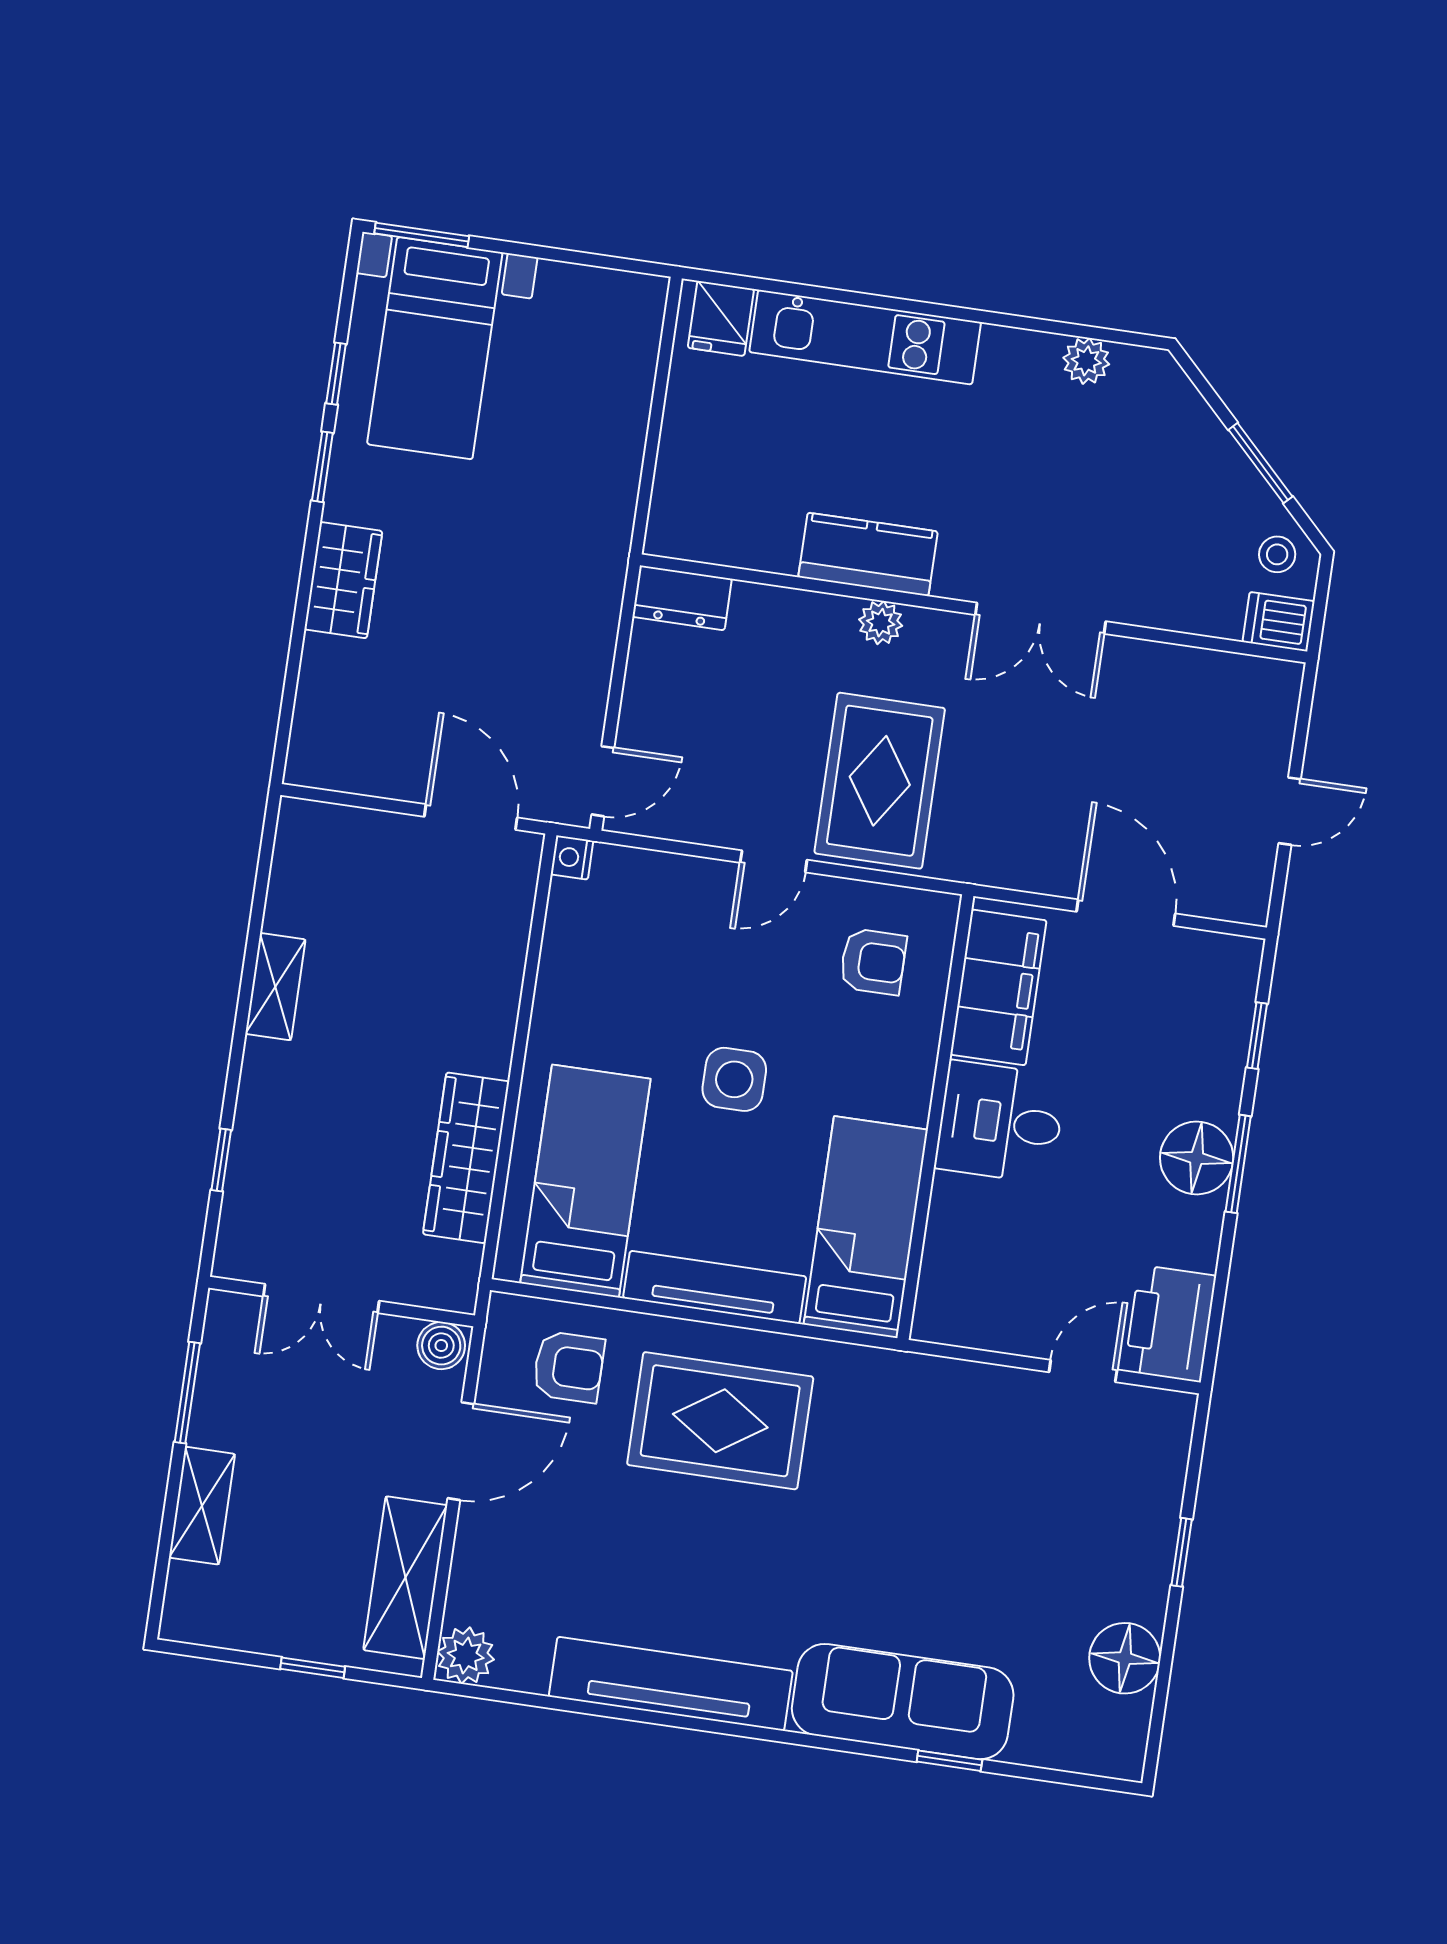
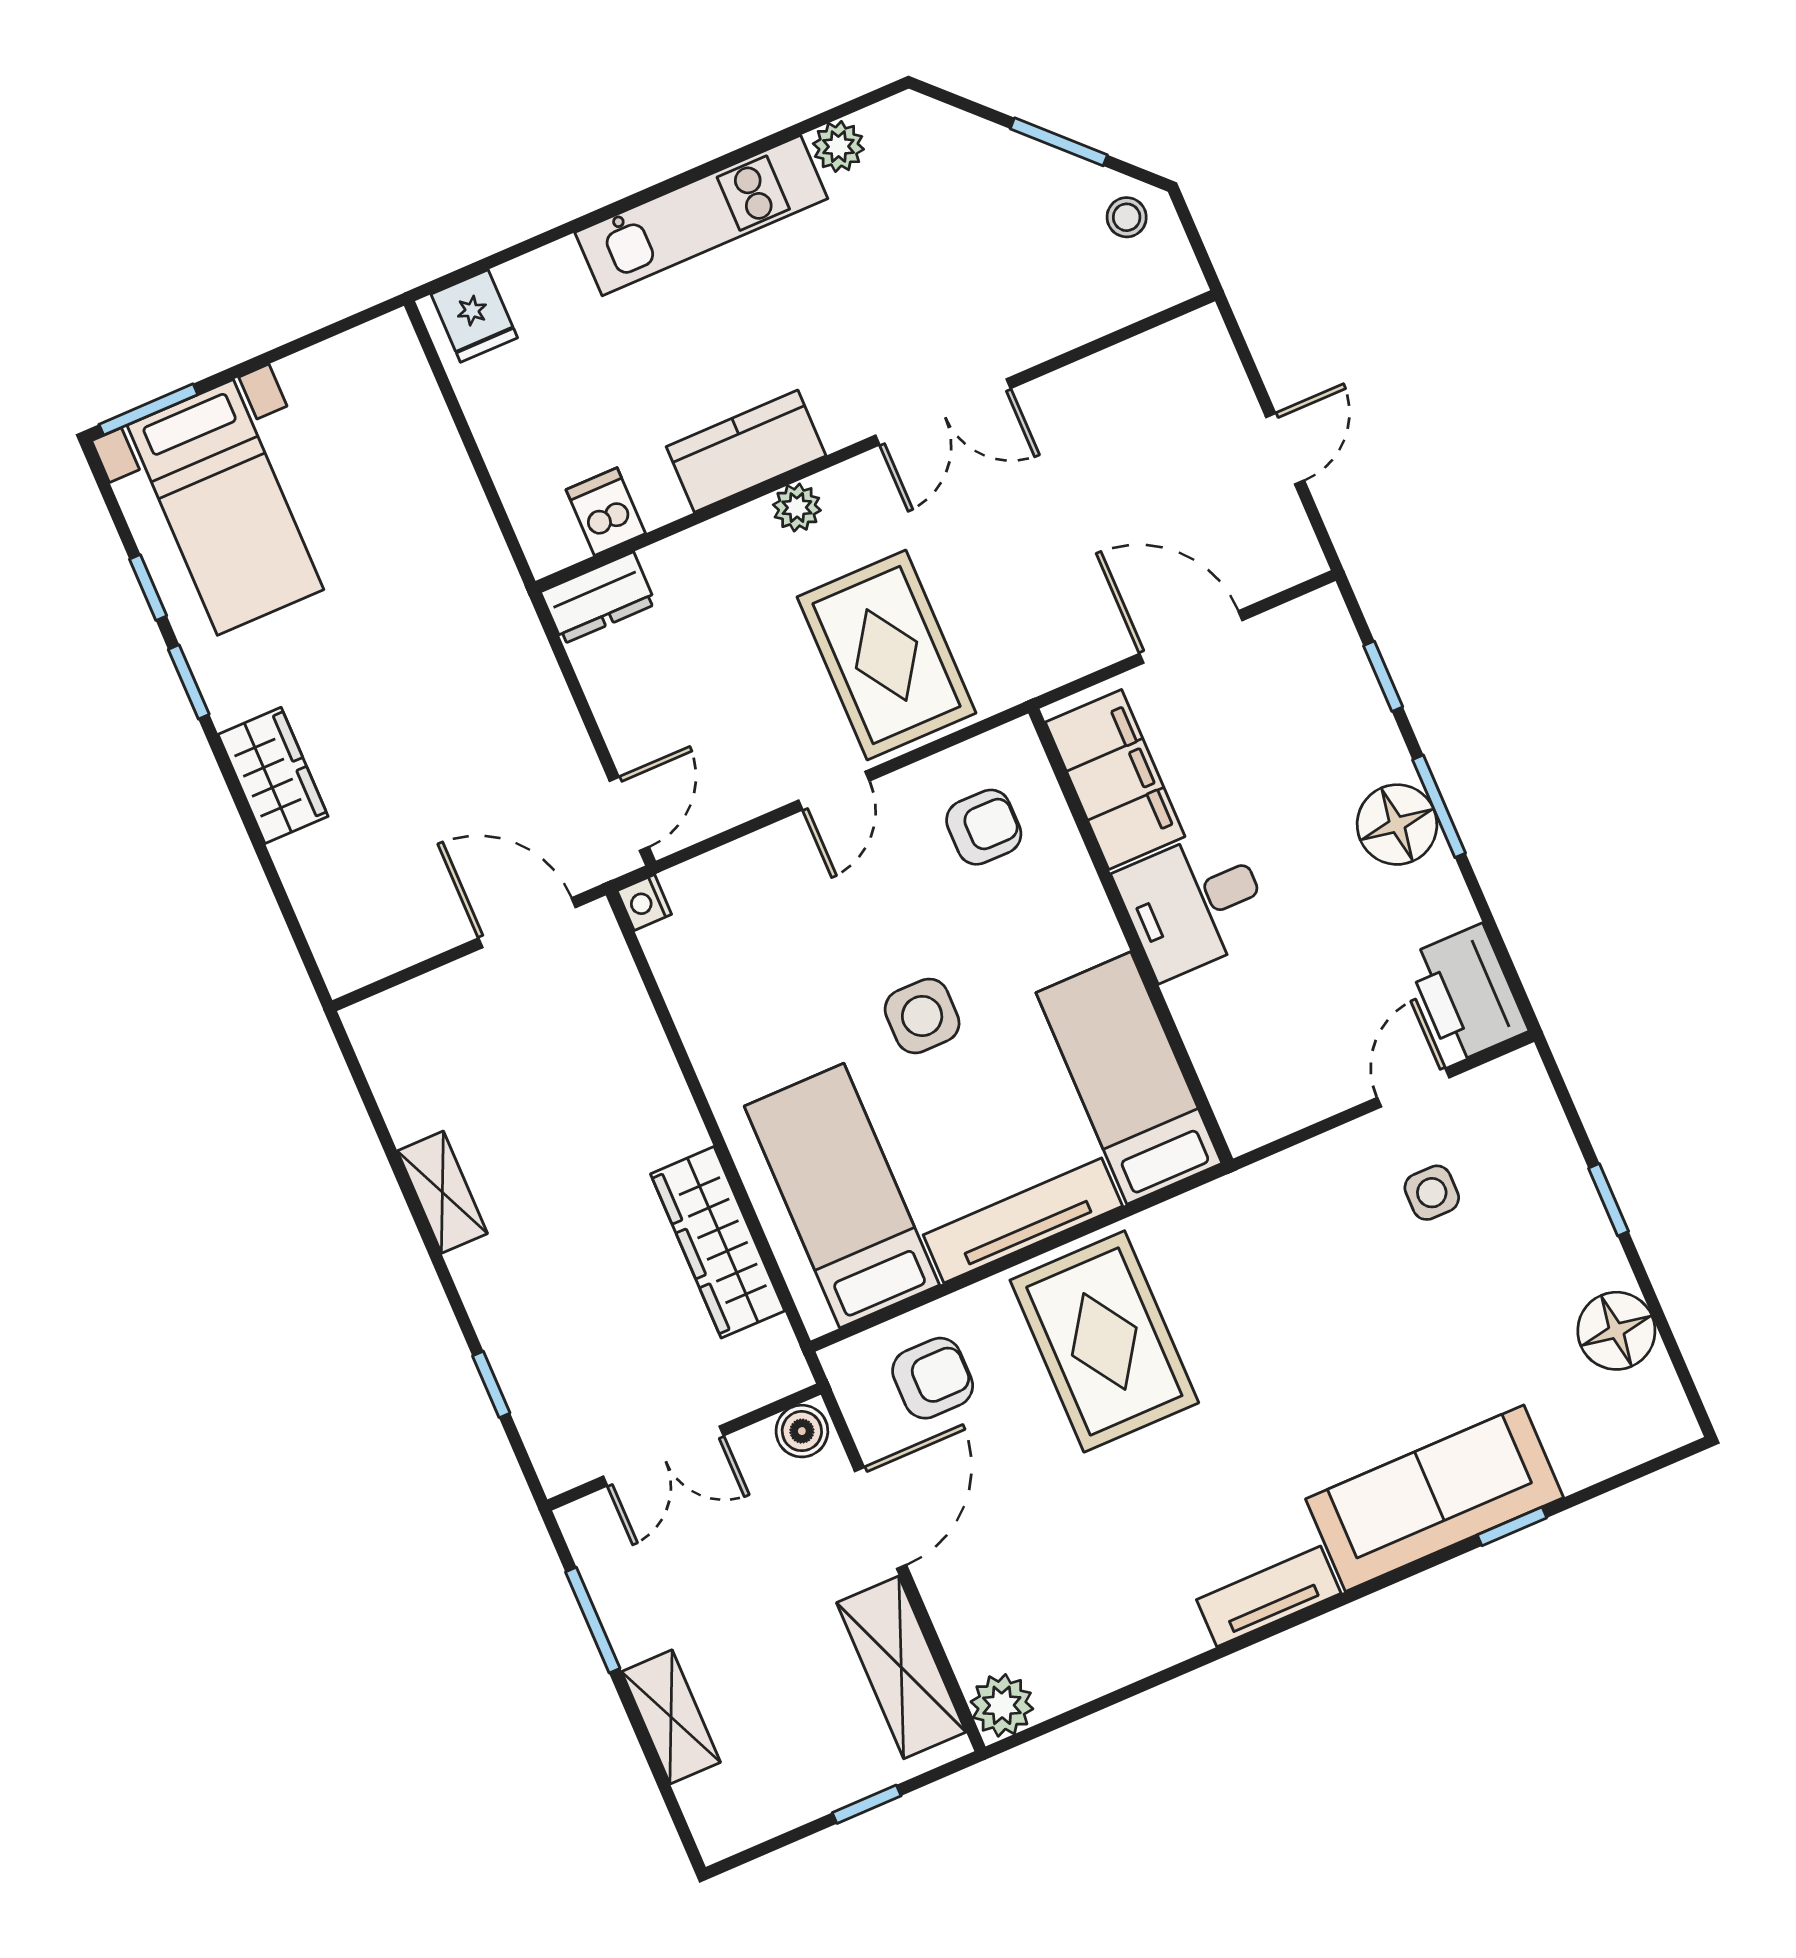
kitchen unit: (865, 337) -> (701, 215), moved
dishwasher: (1279, 622) -> (606, 512), moved, turned 90
rug: (720, 1421) -> (1104, 1341), turned 90
side table: (1047, 1462) -> (1432, 1193), added
tv unit: (671, 1684) -> (1269, 1596), width x0.52, depth x0.78

